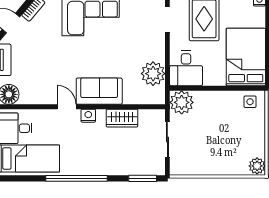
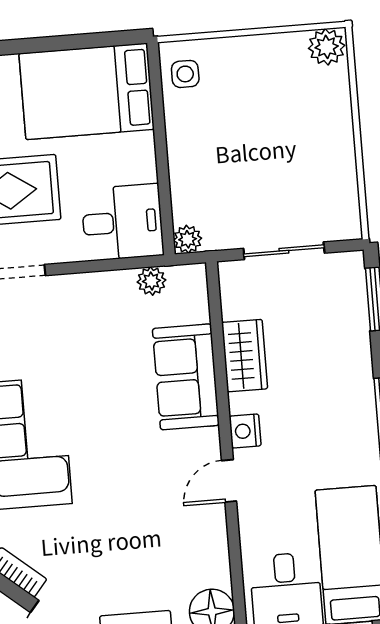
plant: (153, 74) -> (151, 281), width x0.53, depth x0.53
sofa: (99, 91) -> (186, 377), moved
plant: (182, 102) -> (188, 239), width x0.53, depth x0.53

